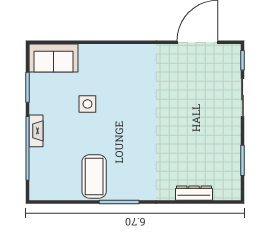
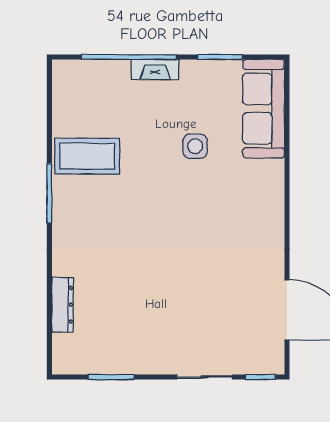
sofa: (53, 58) -> (264, 109), width x1.36

